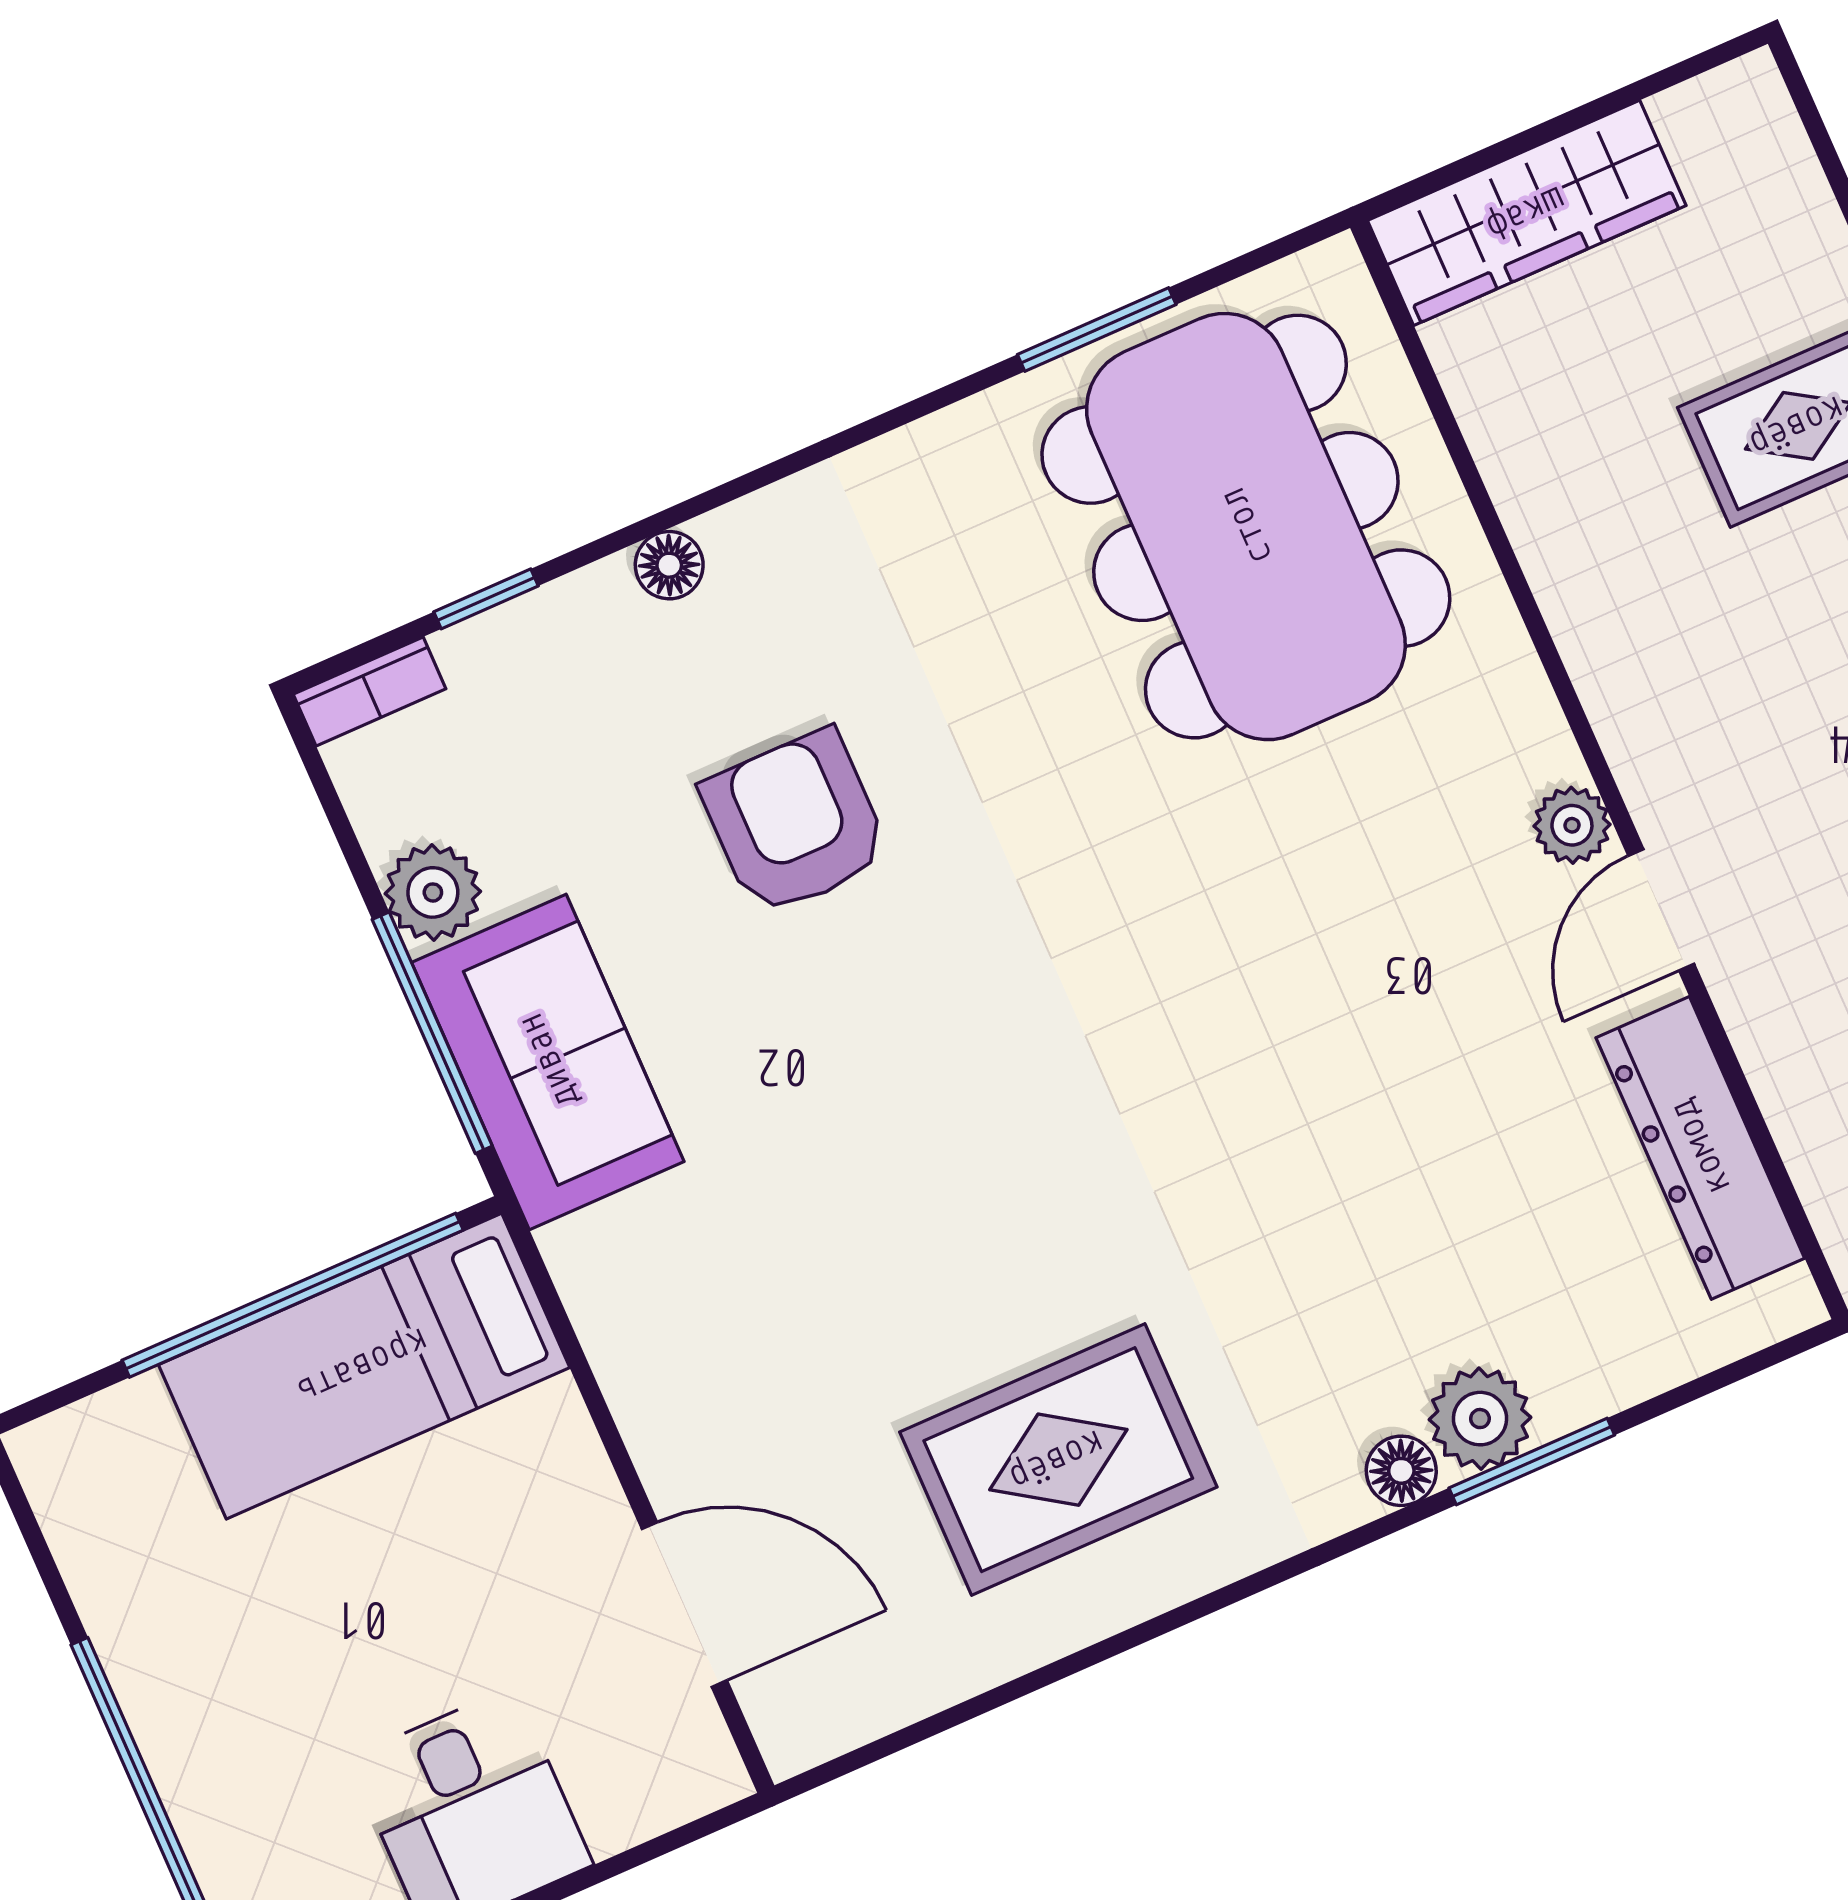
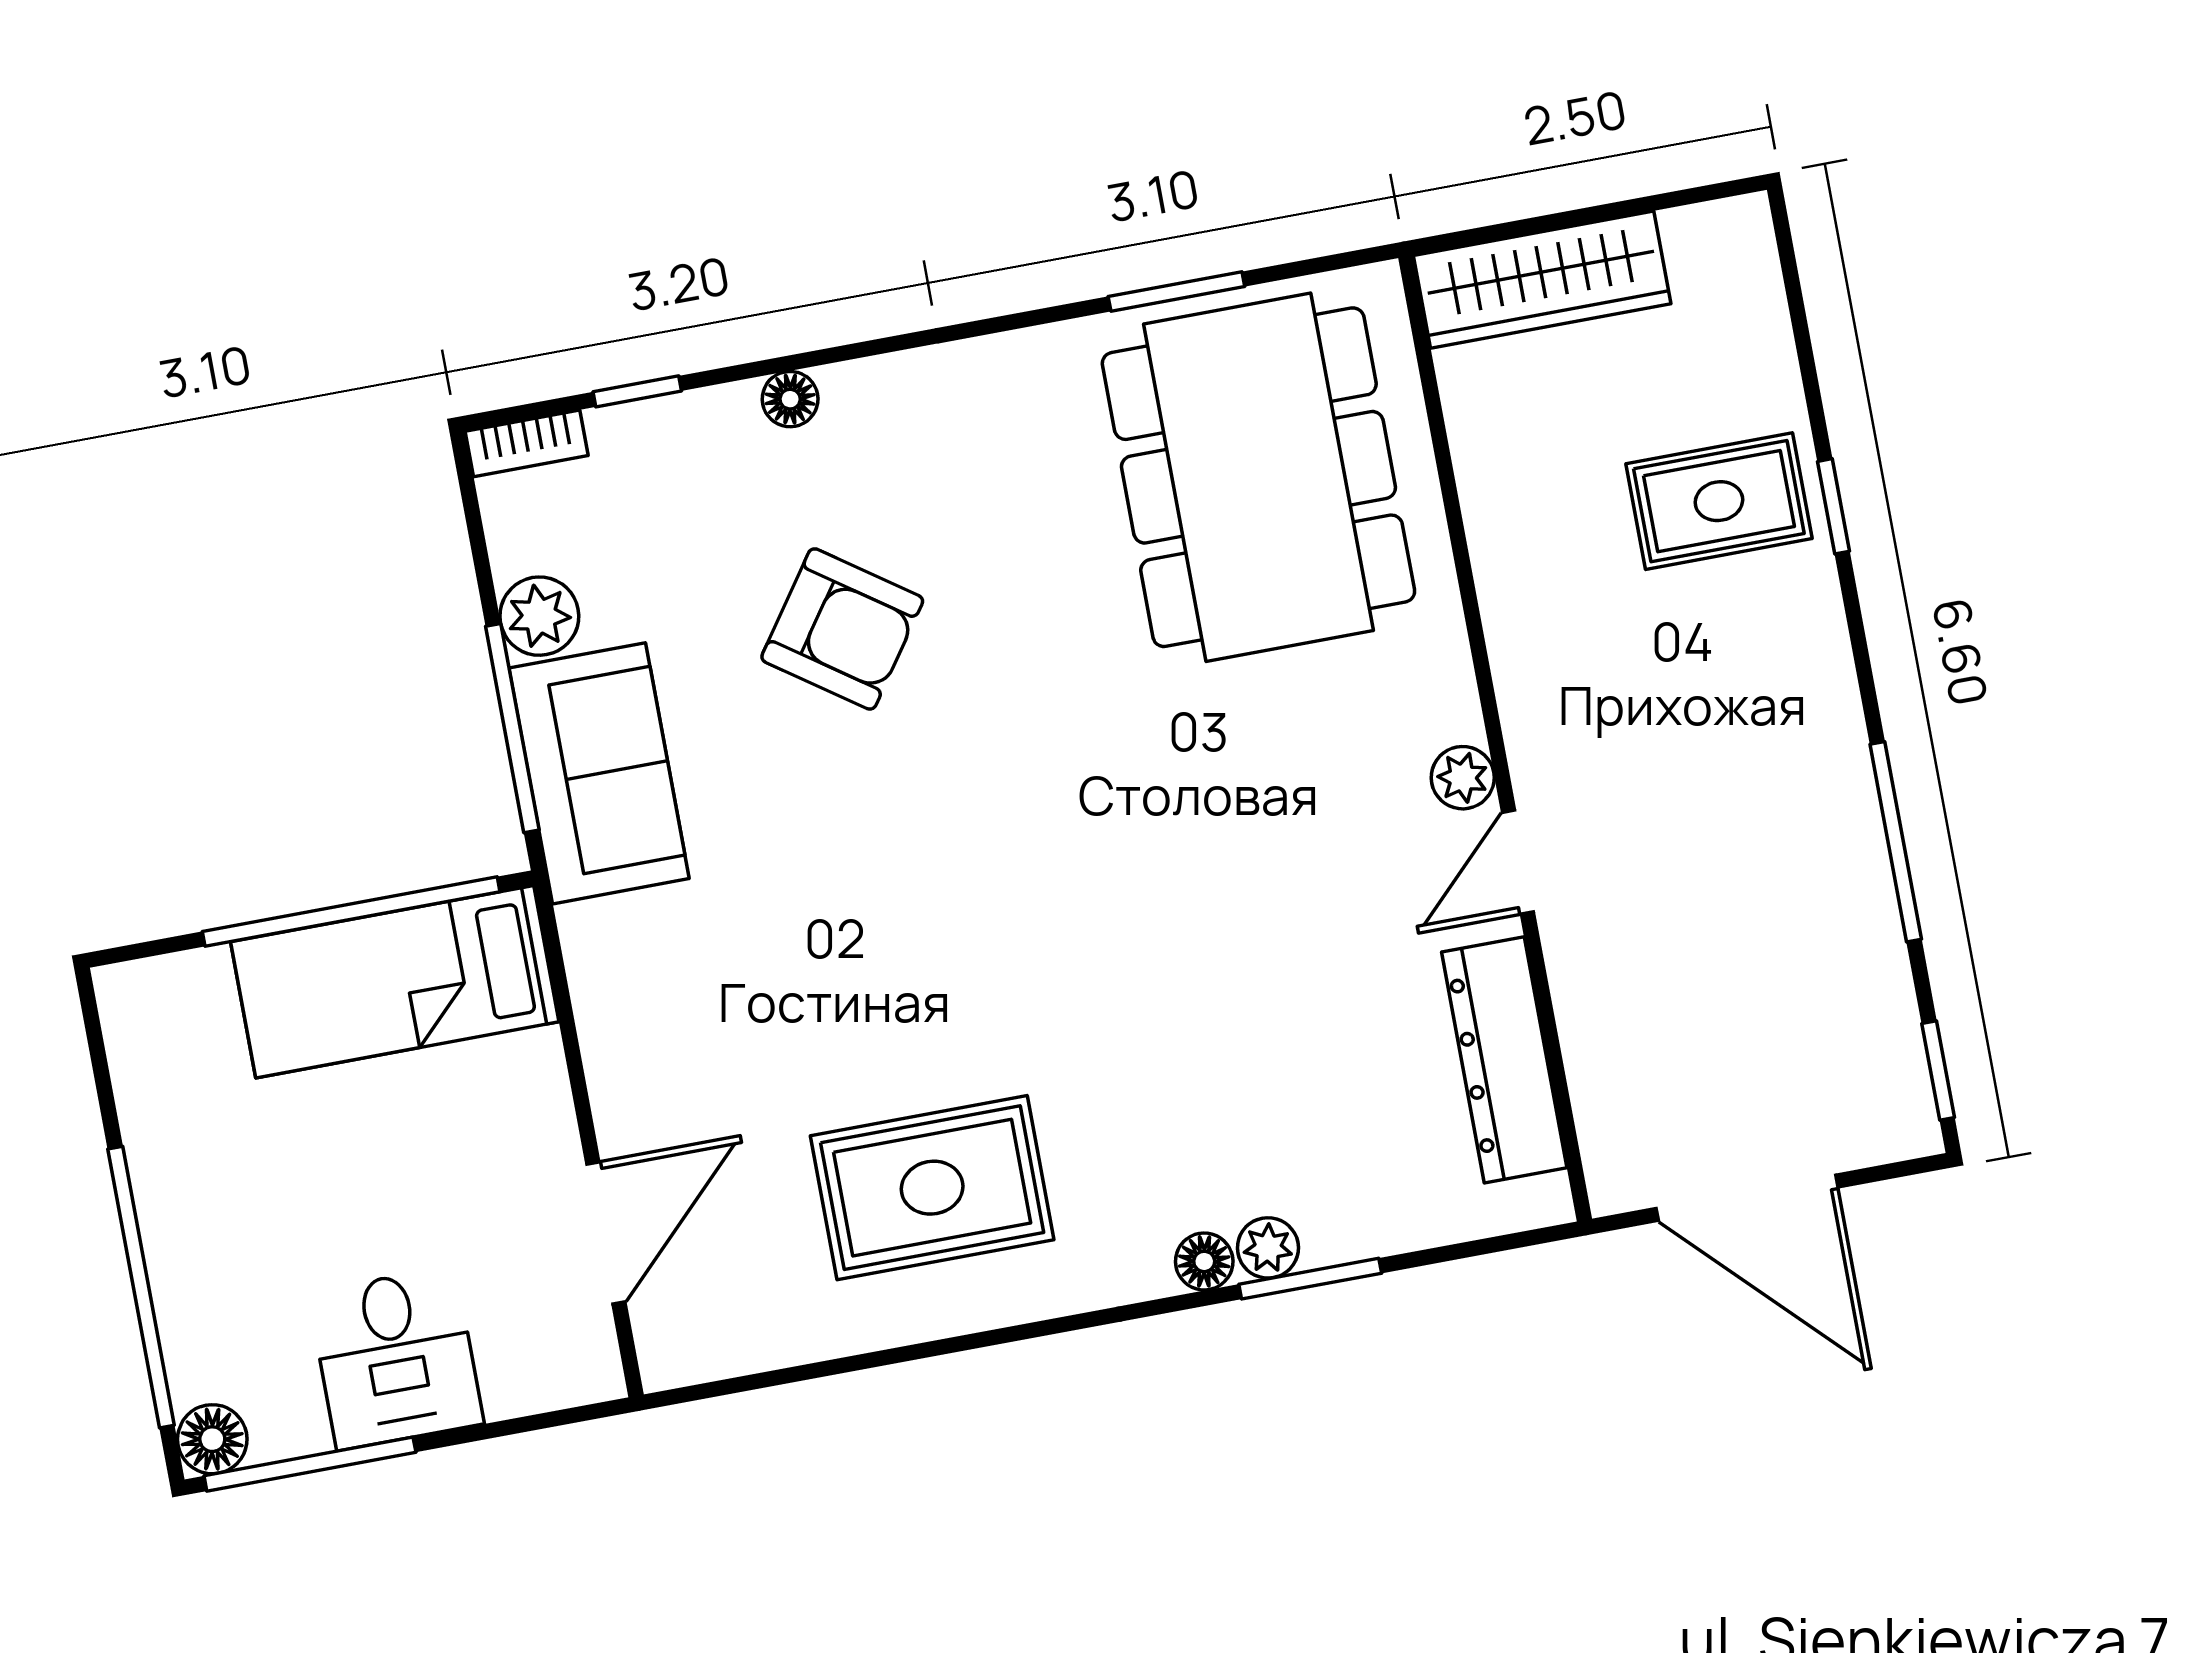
armchair: (795, 823) -> (842, 629), turned 125
plant: (1480, 1419) -> (1268, 1248), width x0.73, depth x0.73
door: (684, 1605) -> (606, 1233), hinge flipped

